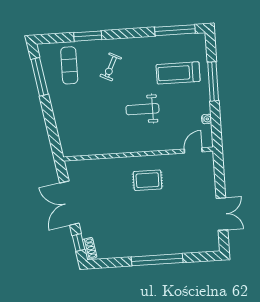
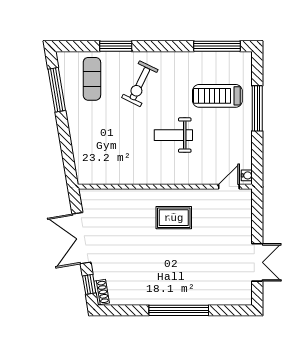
exercise bike: (111, 67) -> (140, 84), width x1.38, depth x1.39
water cooler: (207, 119) -> (247, 175), moved

